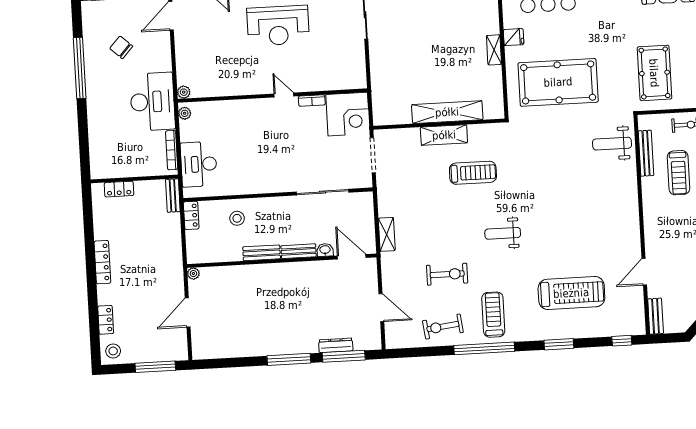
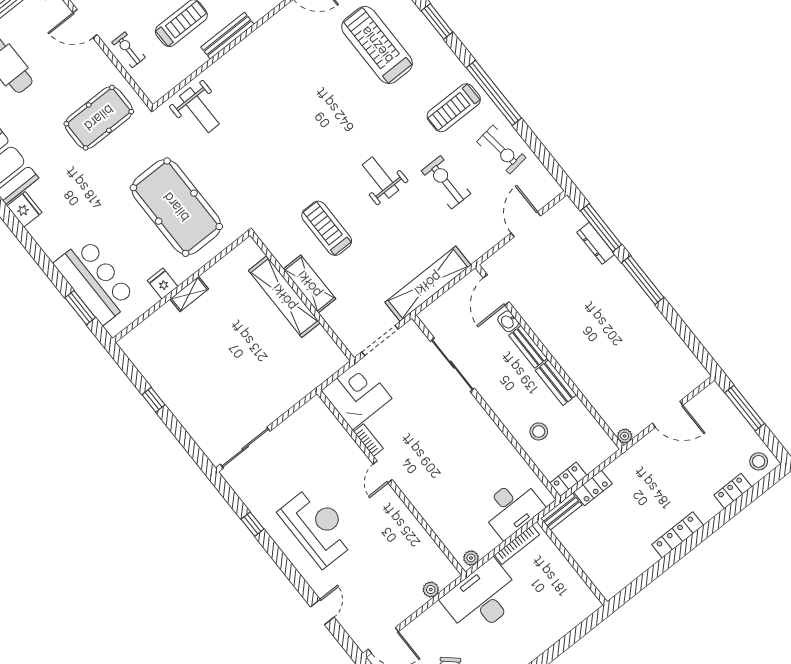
plant: (184, 92) -> (431, 590), moved
bench: (646, 153) -> (227, 36), moved
locker: (119, 189) -> (593, 488), moved, turned 90
weight bench: (503, 233) -> (381, 178), moved, turned 180
shelving: (387, 234) -> (428, 284), width x2.20, depth x1.33

